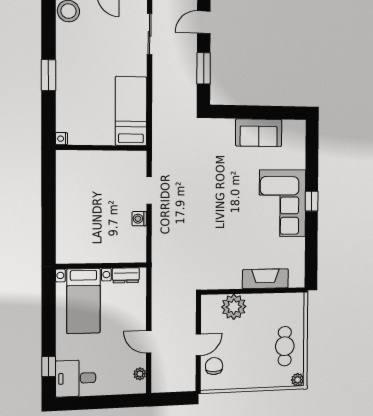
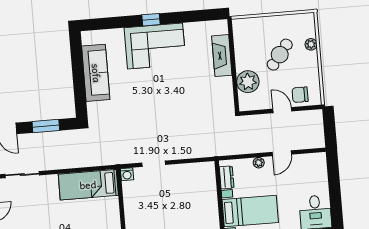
sofa: (259, 133) -> (96, 73), width x1.36
washing machine: (139, 219) -> (127, 174), moved
cafe table: (285, 346) -> (280, 55), moved, turned -52
plant: (140, 374) -> (259, 163), moved
plant: (298, 380) -> (311, 44), moved

